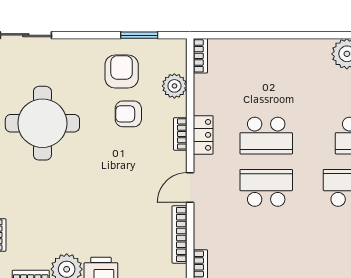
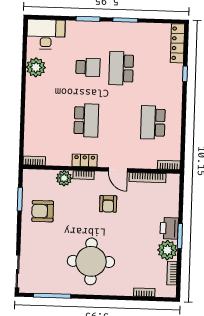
plant: (174, 86) -> (64, 178), moved
armchair: (128, 114) -> (108, 204), moved
round table: (42, 123) -> (91, 261), moved
school desk: (266, 188) -> (153, 122), moved

